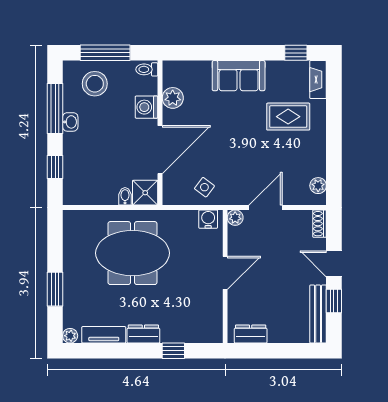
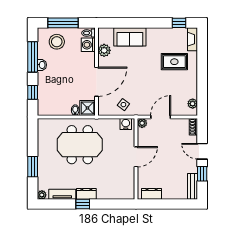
sofa: (239, 76) -> (130, 37), moved
washing machine: (146, 107) -> (88, 45), moved
bench: (318, 314) -> (193, 186), width x0.73
window: (173, 351) -> (83, 204), moved

